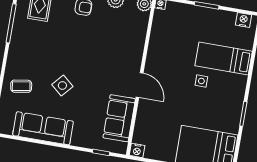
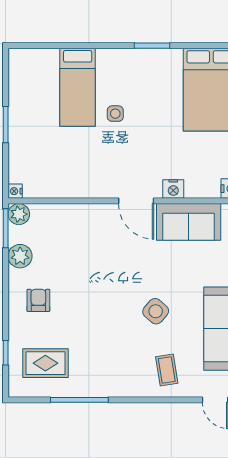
nightstand: (243, 20) -> (173, 189), moved, turned -90
door: (140, 85) -> (136, 201), swing flipped

